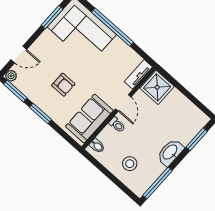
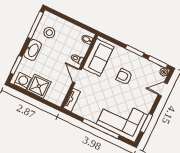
shower: (157, 87) -> (39, 86), moved
washing machine: (194, 116) -> (23, 81), added
stool: (130, 164) -> (49, 33), moved

